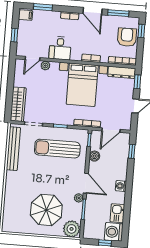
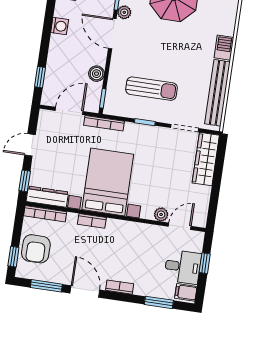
desk: (60, 48) -> (183, 267), moved, turned 90
sun lounger: (57, 149) -> (151, 89), width x0.73, depth x0.75
barbecue: (11, 179) -> (224, 48), added

